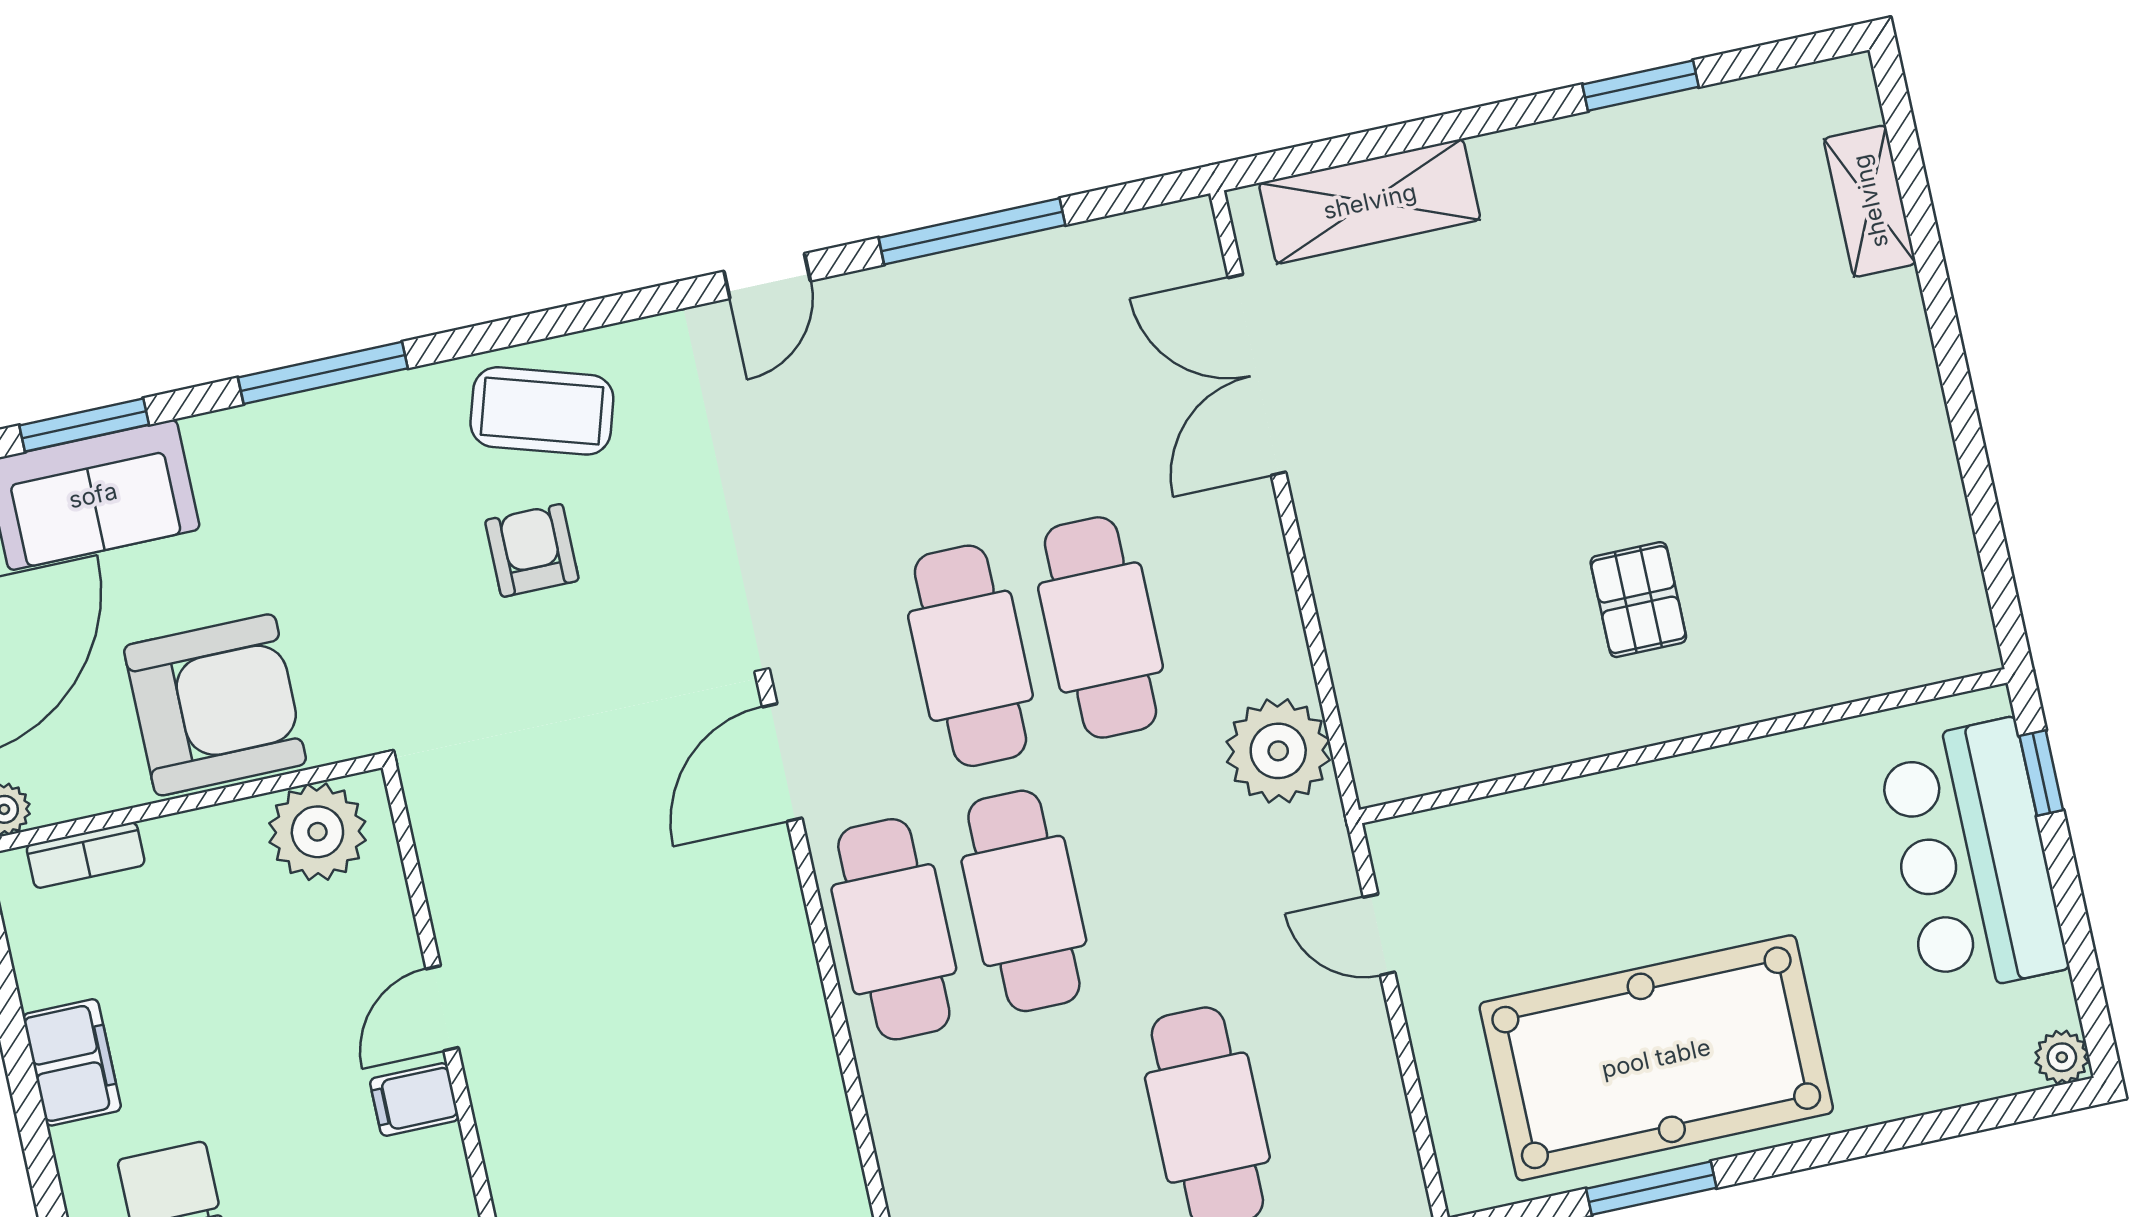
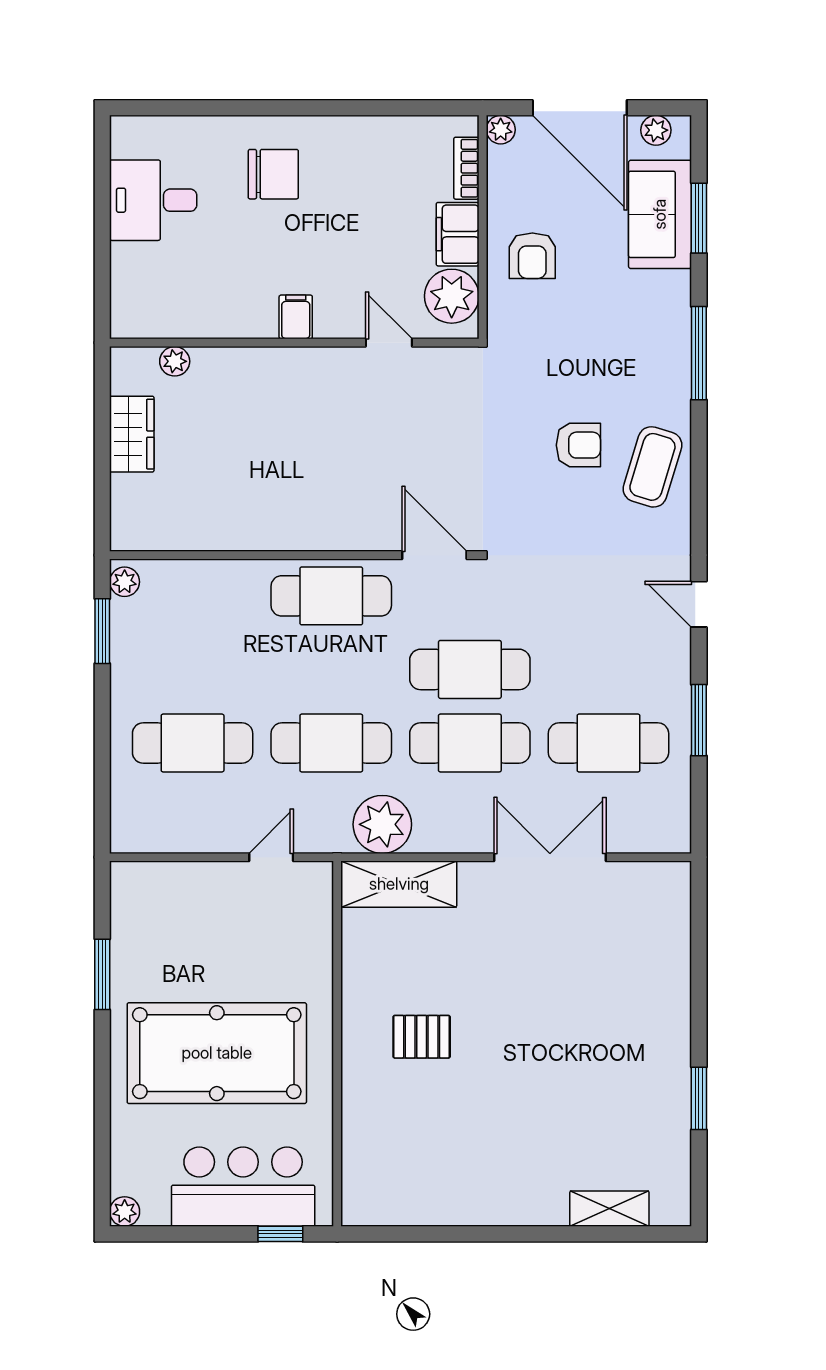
shelving: (1370, 201) -> (399, 884), moved, turned 90
window: (972, 231) -> (699, 720), width x0.69
double door: (1257, 375) -> (550, 857), moved
cafe table: (1047, 382) -> (608, 743), added
armchair: (215, 705) -> (532, 256), width x0.53, depth x0.53
cafe table: (1024, 901) -> (331, 743), moved
door: (442, 1008) -> (389, 343), moved
pool table: (1656, 1058) -> (217, 1053), moved, turned 90
filing cabinet: (72, 1062) -> (458, 234), moved, turned 90

